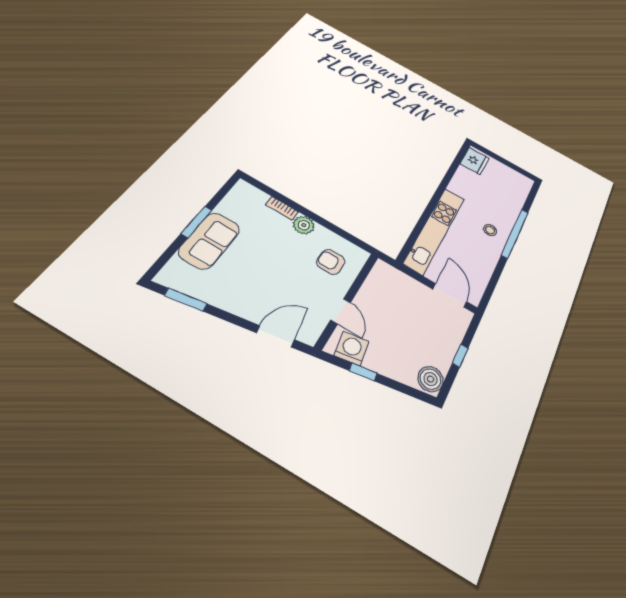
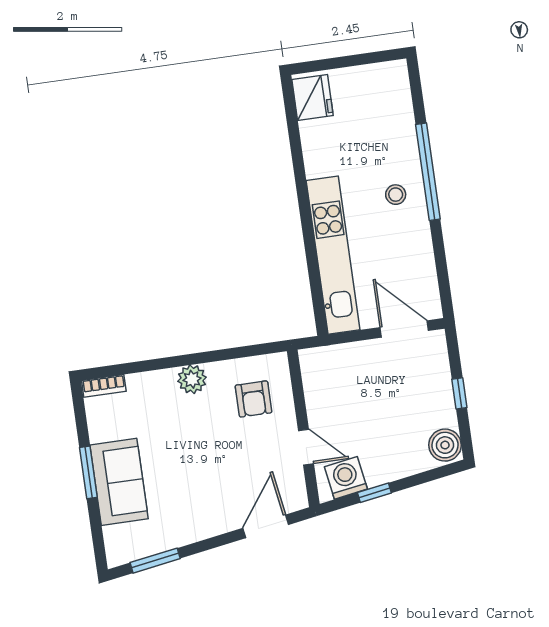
bookcase: (282, 208) -> (104, 386), moved
armchair: (331, 262) -> (254, 399), turned -90

